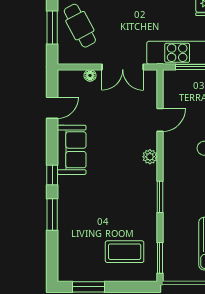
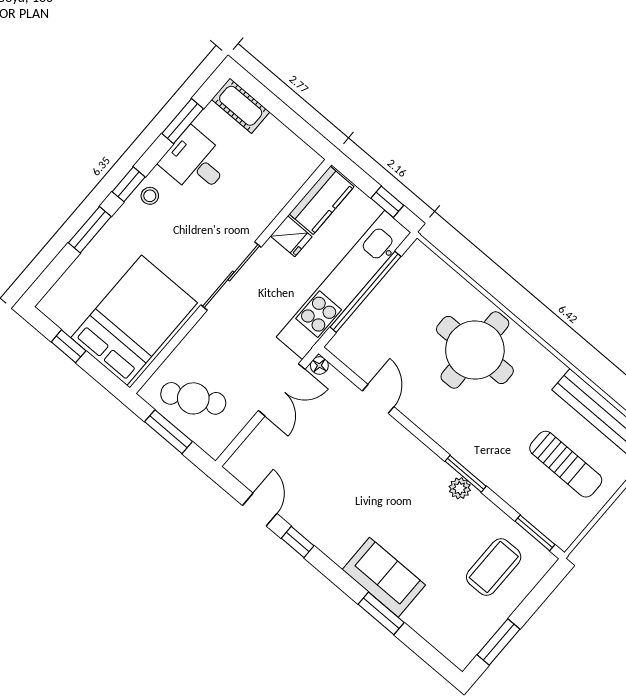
floor lamp: (90, 75) -> (319, 366), moved
sofa: (72, 150) -> (384, 577), moved
plant: (150, 157) -> (460, 488), moved
window: (52, 175) -> (298, 542), moved

